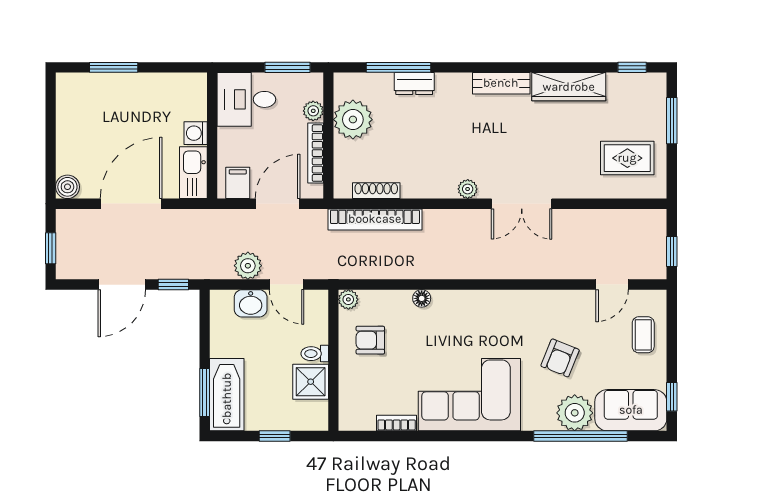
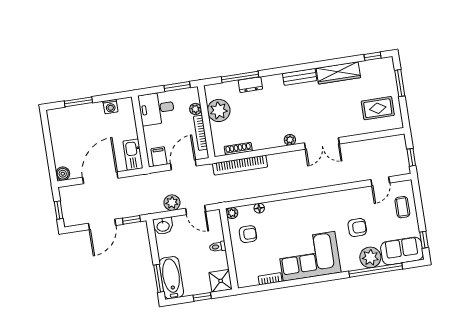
washing machine: (196, 133) -> (110, 106), moved, turned -90
floor lamp: (422, 298) -> (259, 208), moved
washbasin: (251, 303) -> (163, 226), moved
armchair: (370, 340) -> (248, 234), turned 180
armchair: (560, 358) -> (357, 228), turned -112
shower: (311, 382) -> (221, 281), moved

